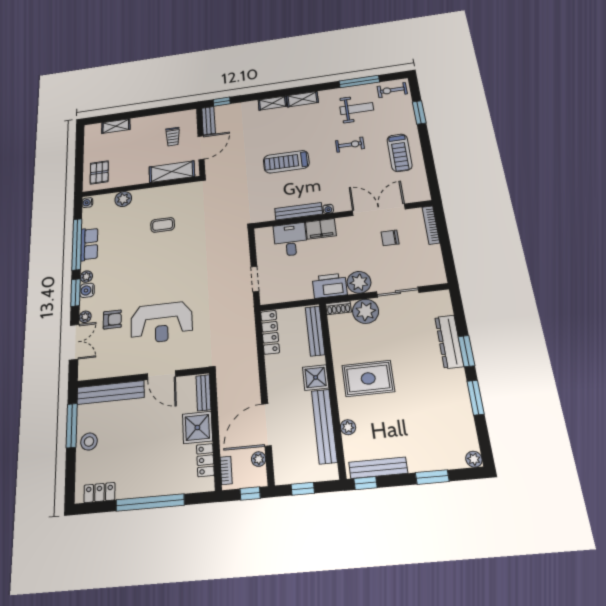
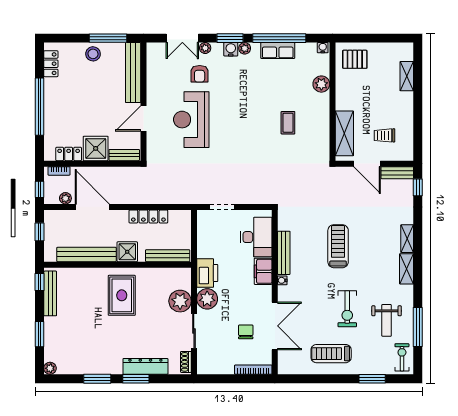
exercise bike: (350, 145) -> (347, 309), width x1.38, depth x1.39
desk: (290, 240) -> (256, 237), width x1.37
shoe rack: (338, 308) -> (186, 362), moved
locker: (270, 332) -> (148, 217), moved
plant: (348, 427) -> (84, 274), removed

